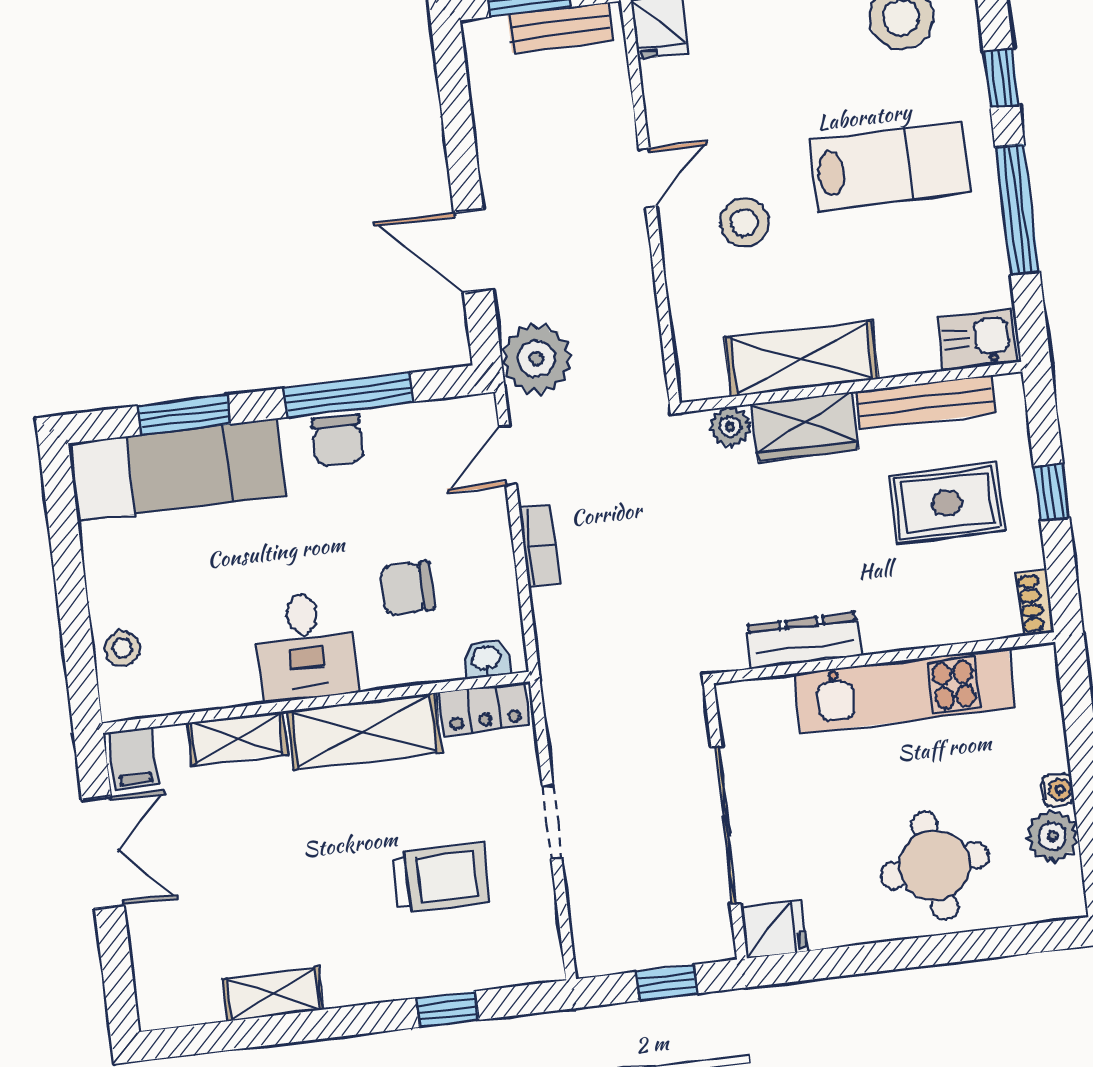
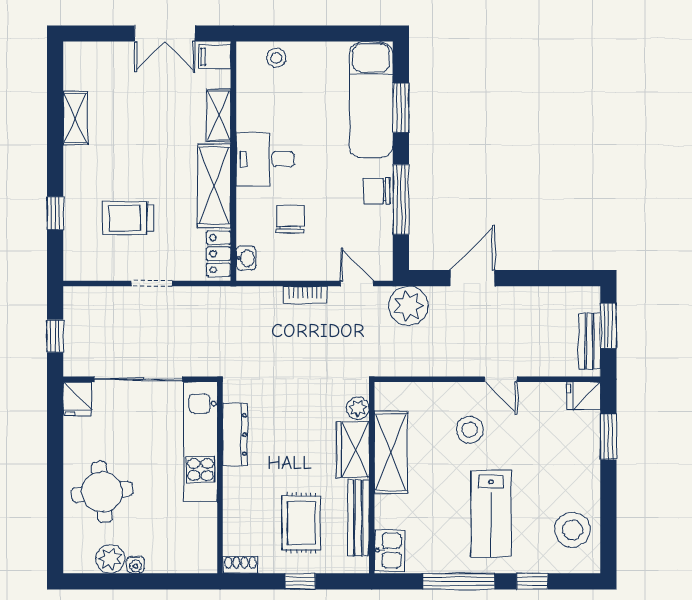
kitchen unit: (905, 691) -> (201, 442), moved
trolley: (440, 878) -> (128, 218), turned 90

